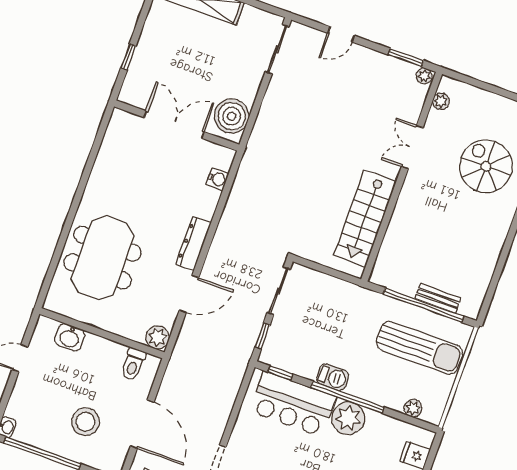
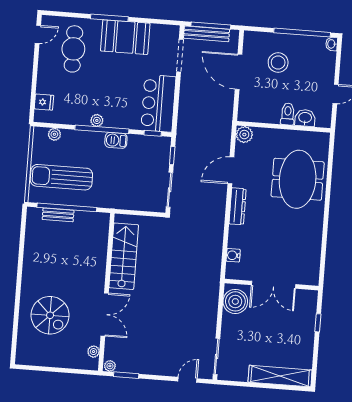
door: (341, 34) -> (187, 380), moved
double door: (412, 147) -> (105, 314), width x1.37
toilet: (133, 364) -> (288, 114), moved
bar counter: (293, 404) -> (158, 103), moved, turned -90
plant: (348, 418) -> (97, 120), width x0.53, depth x0.53

